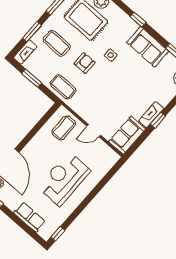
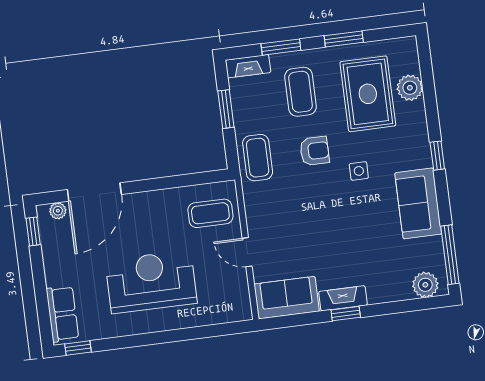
row of seats: (29, 217) -> (62, 314), moved

